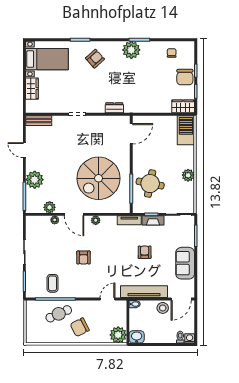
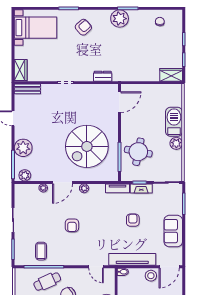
chair: (185, 77) -> (173, 46), removed
wardrobe: (32, 89) -> (21, 70), moved
barbecue: (186, 130) -> (174, 122), moved
plant: (50, 207) -> (25, 175), moved
door: (74, 214) -> (63, 182), hinge flipped
door: (108, 299) -> (96, 267), swing flipped

